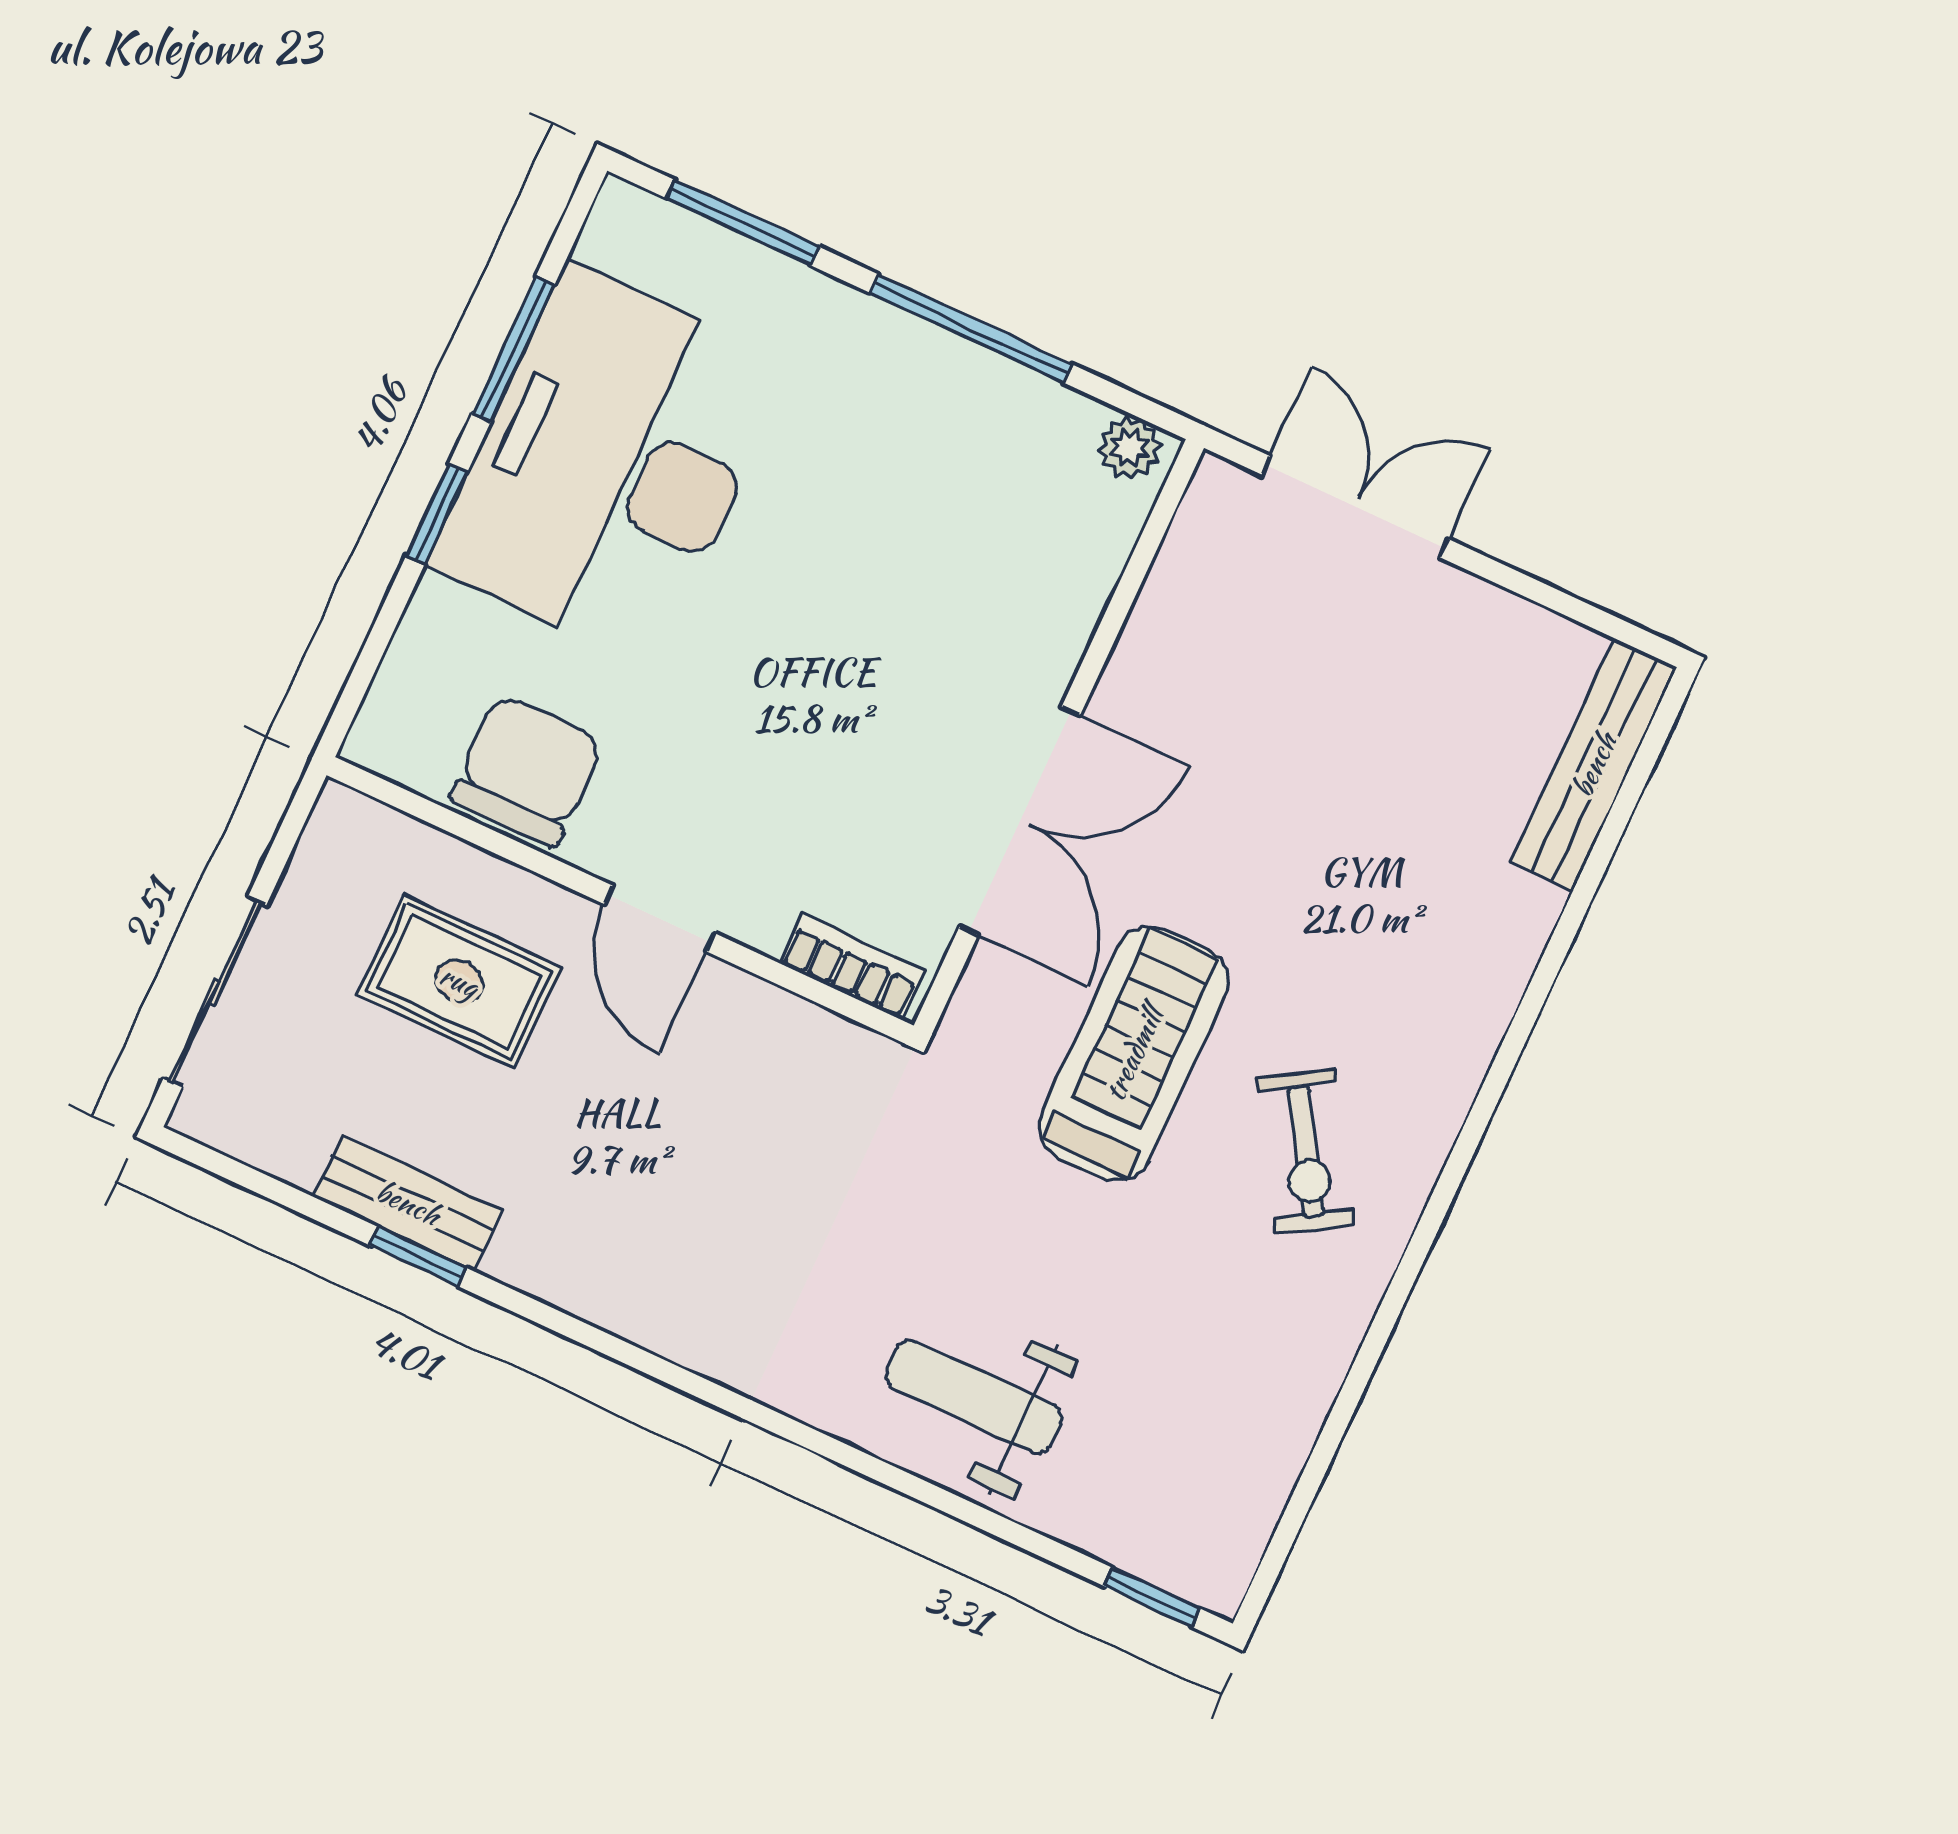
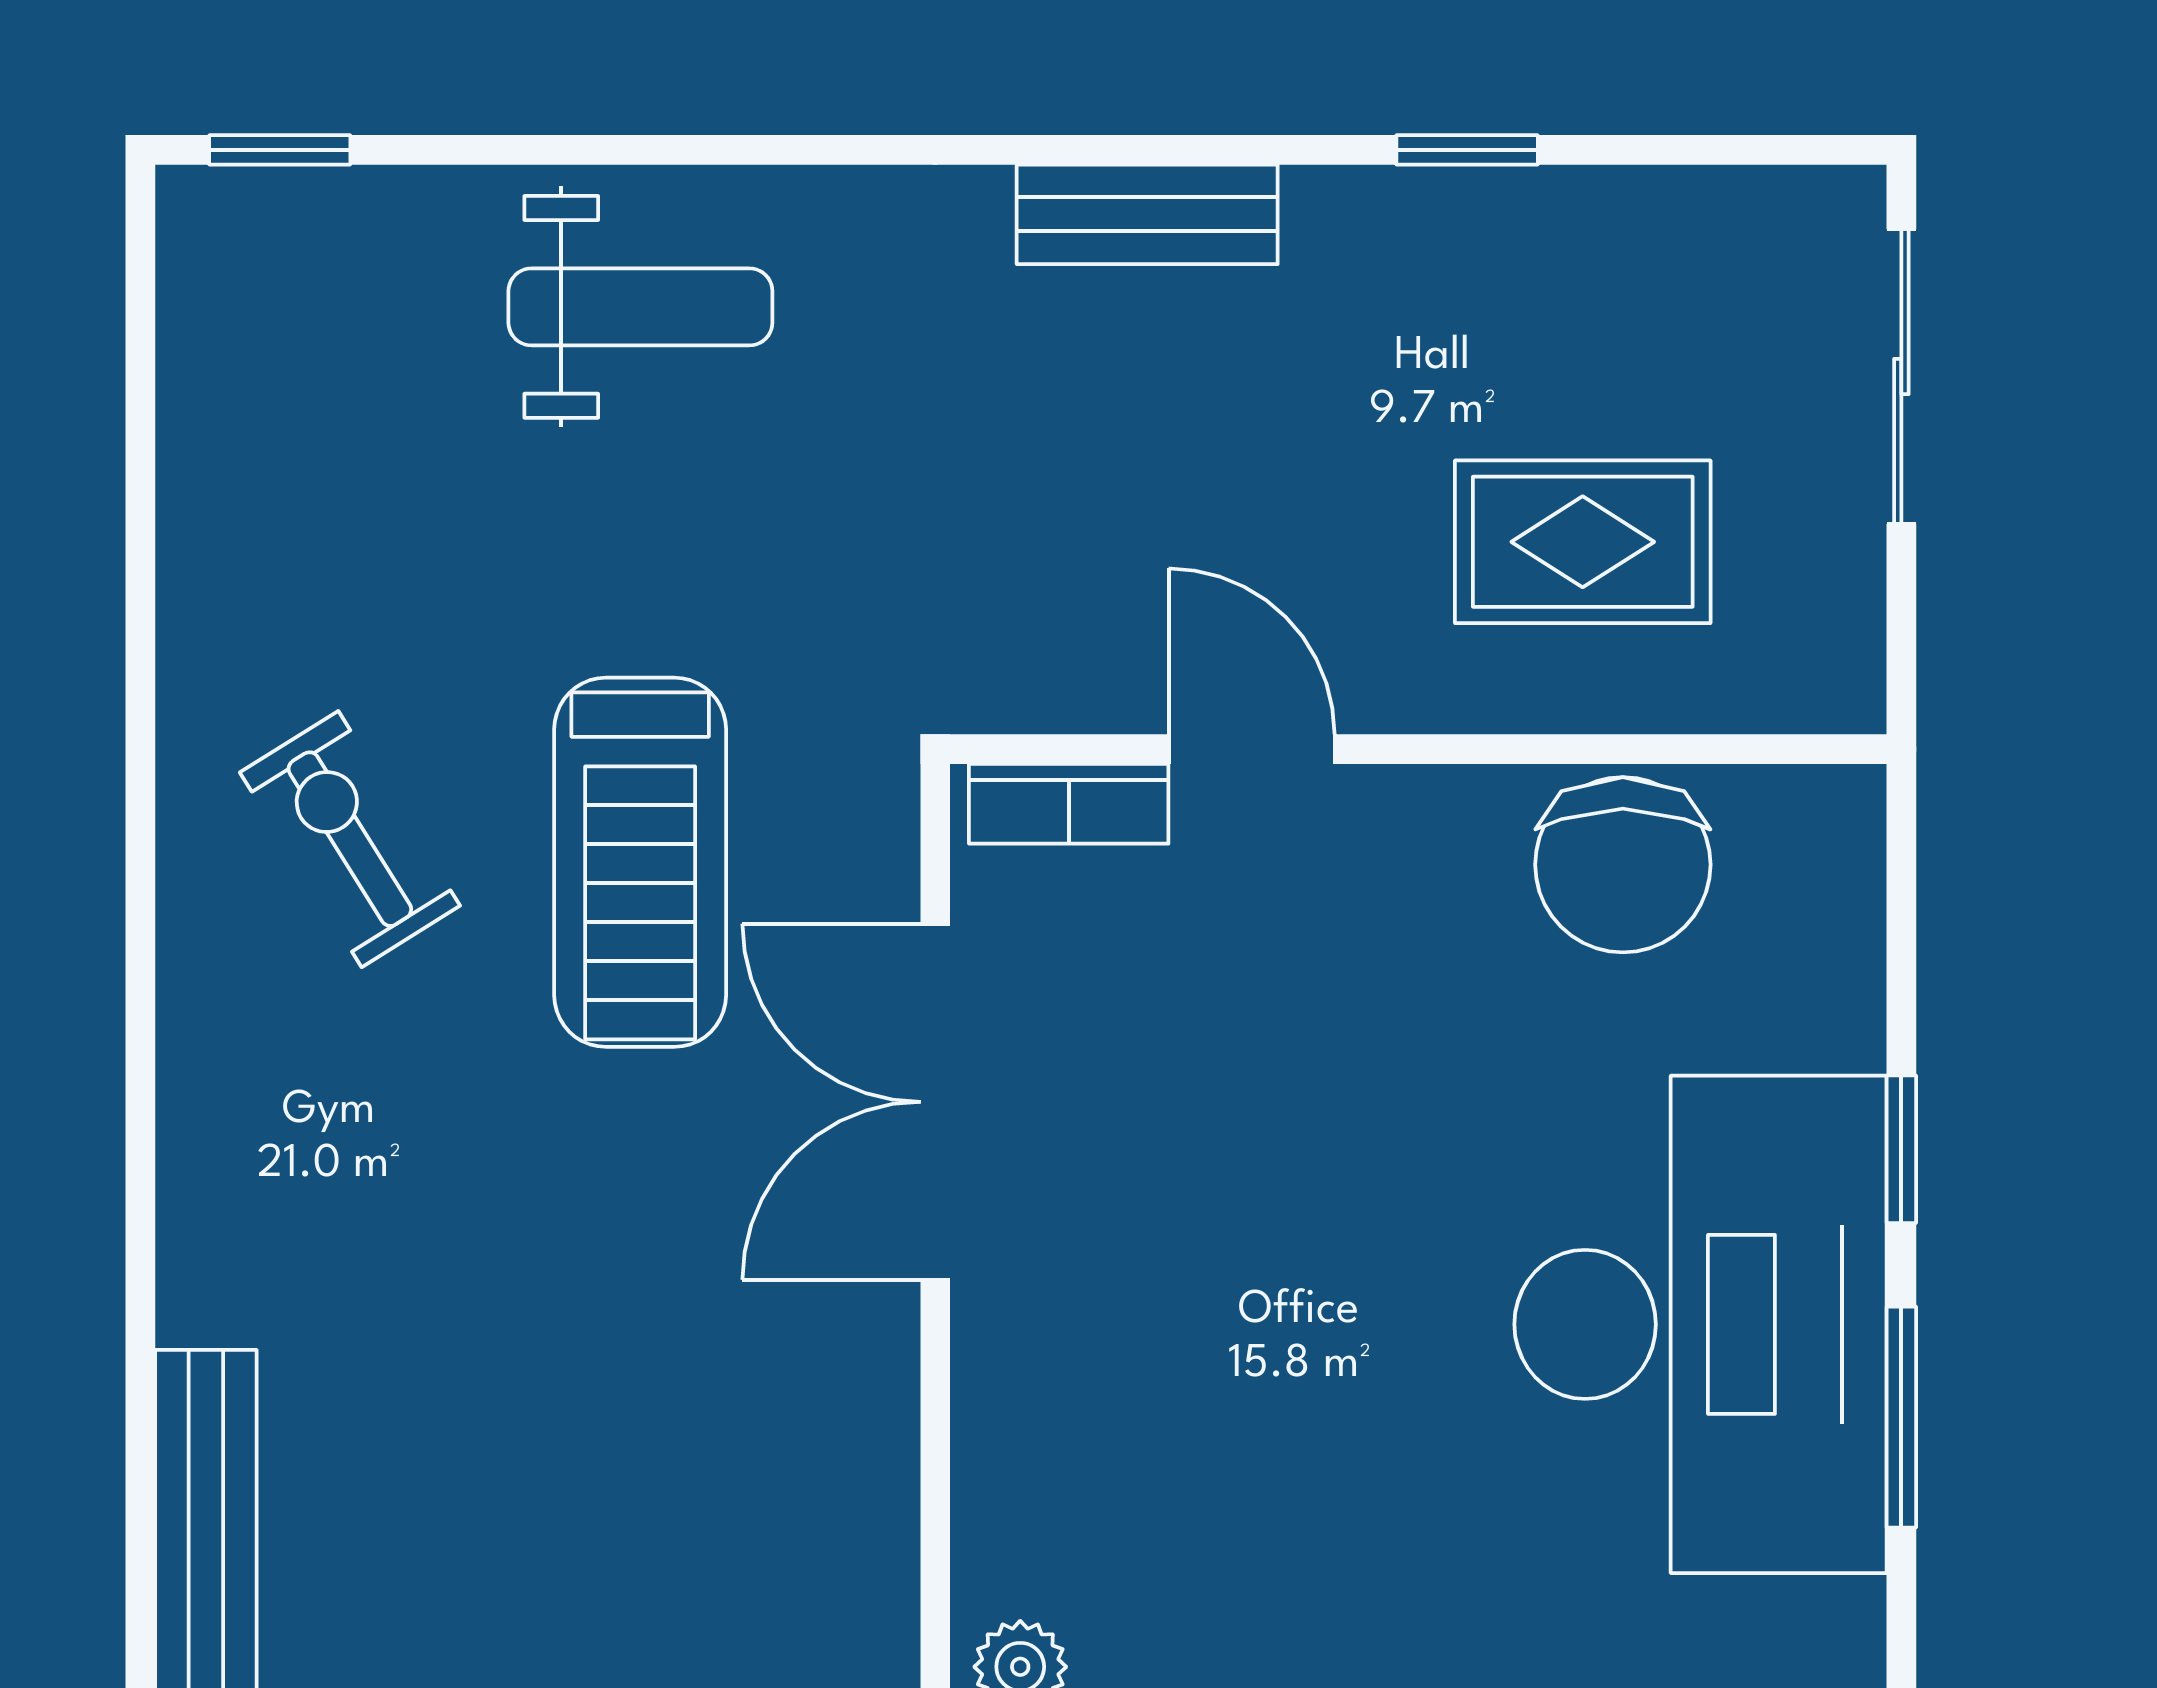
door: (659, 919) -> (1252, 749), moved
bench: (408, 1203) -> (1147, 214), moved

